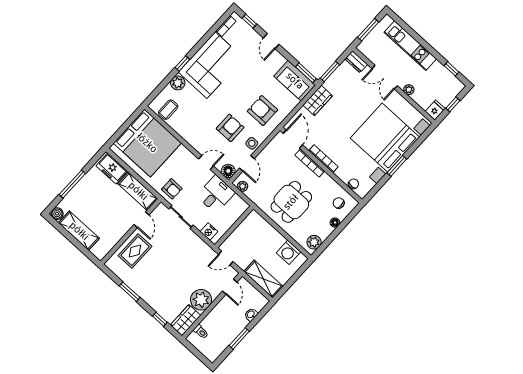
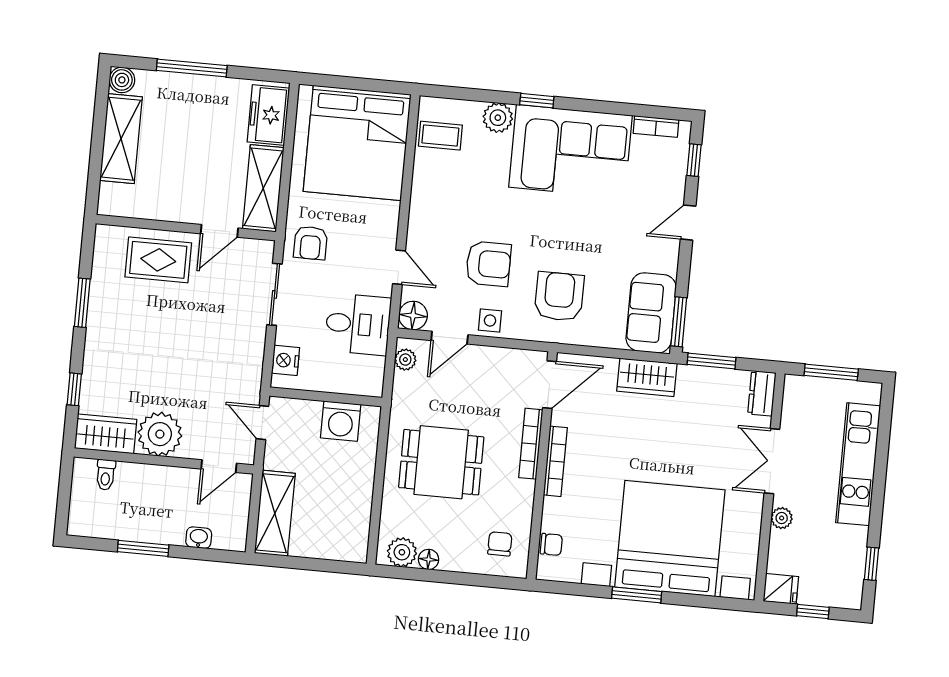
floor lamp: (335, 223) -> (429, 559), moved
washing machine: (288, 252) -> (341, 421), moved, turned -90

